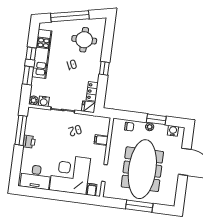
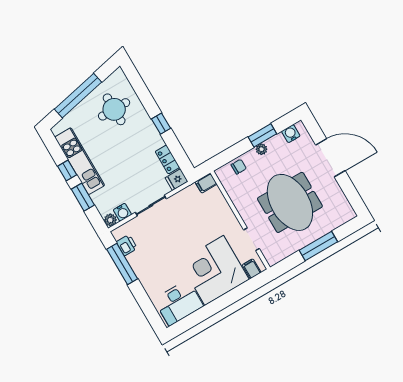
filing cabinet: (101, 140) -> (206, 183), moved
printer: (29, 142) -> (127, 245), moved
meeting table: (142, 169) -> (290, 202), width x0.73

